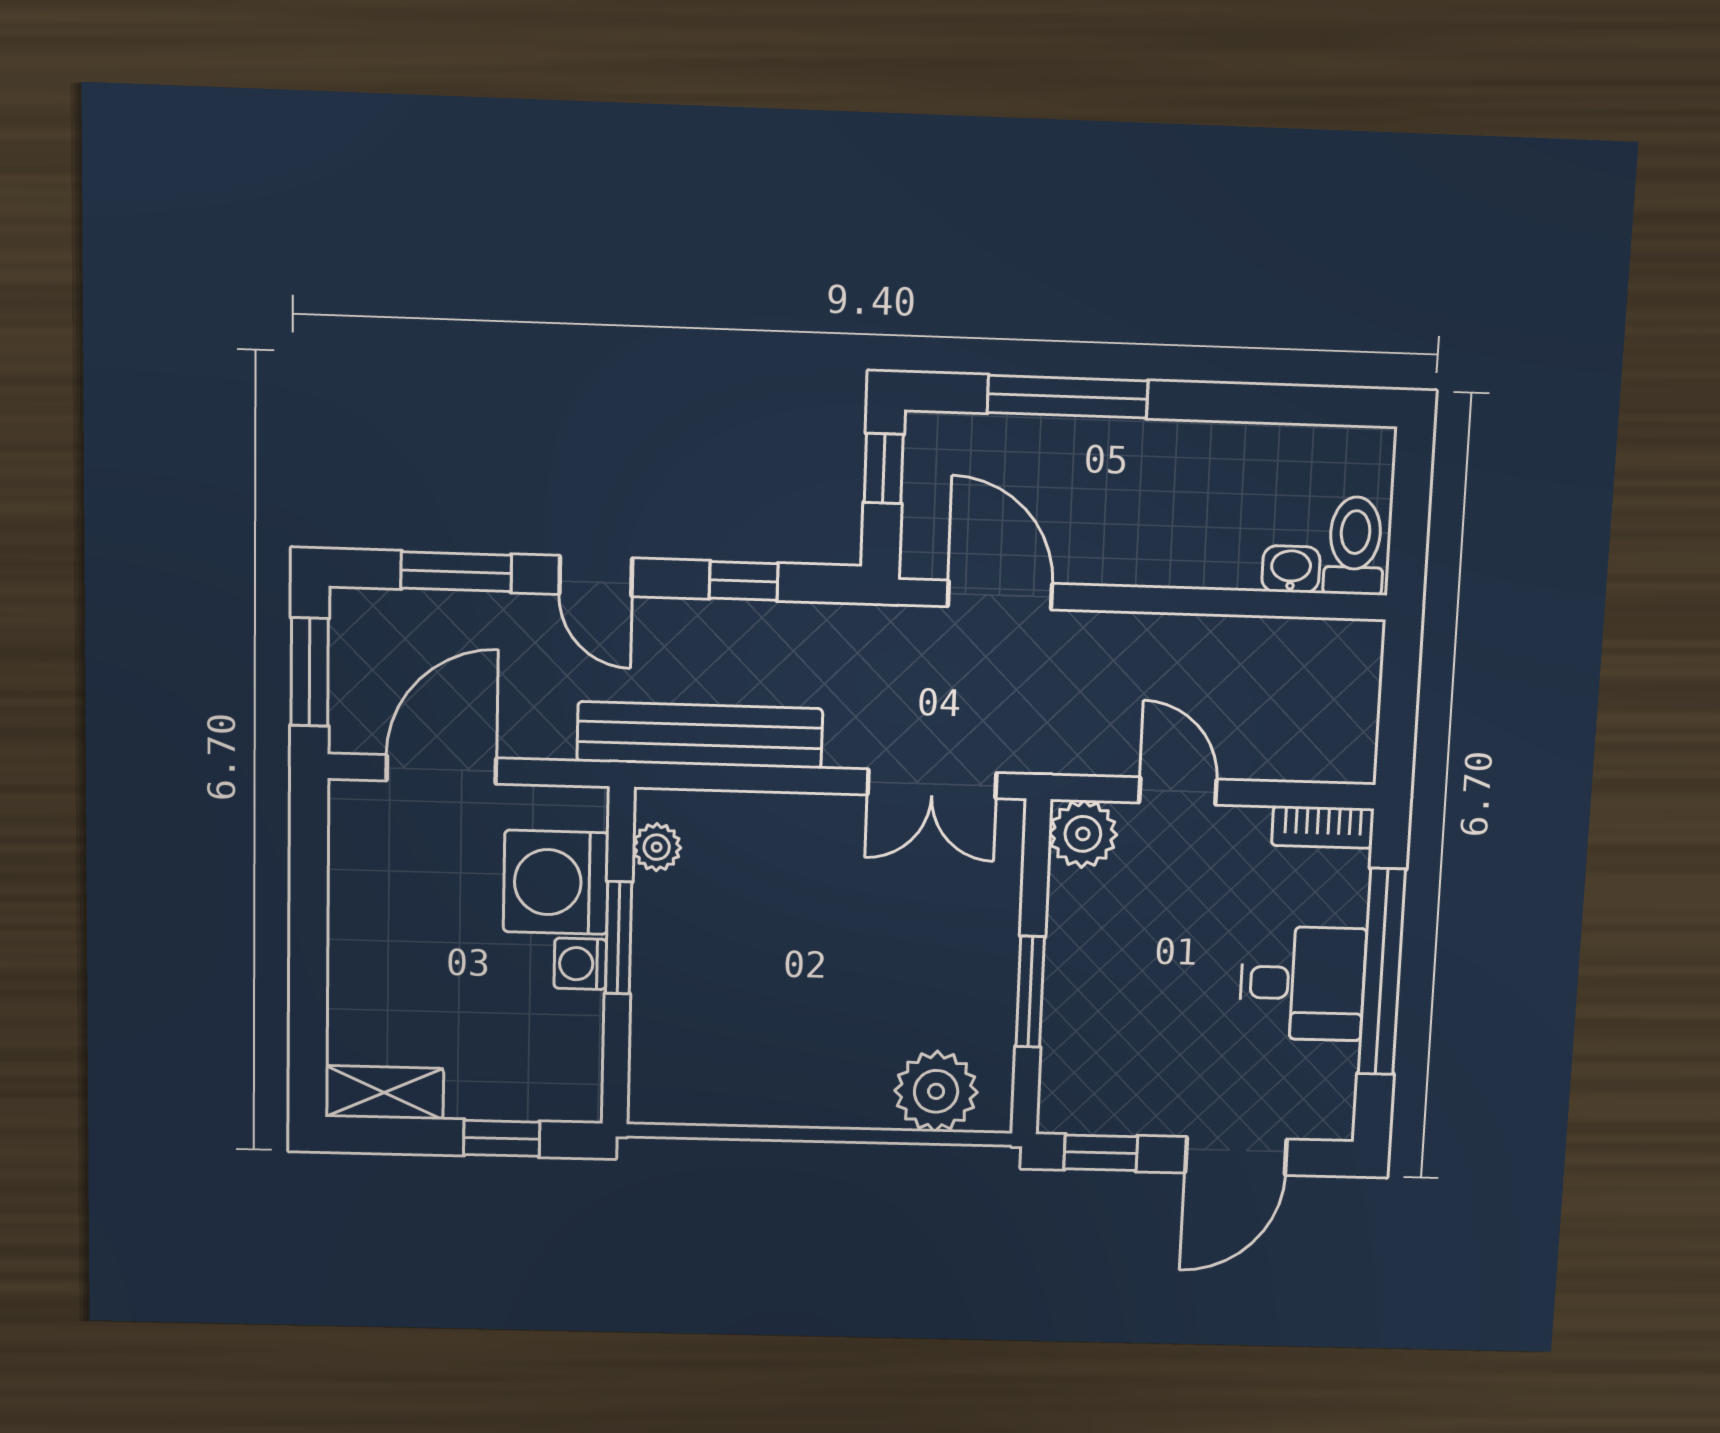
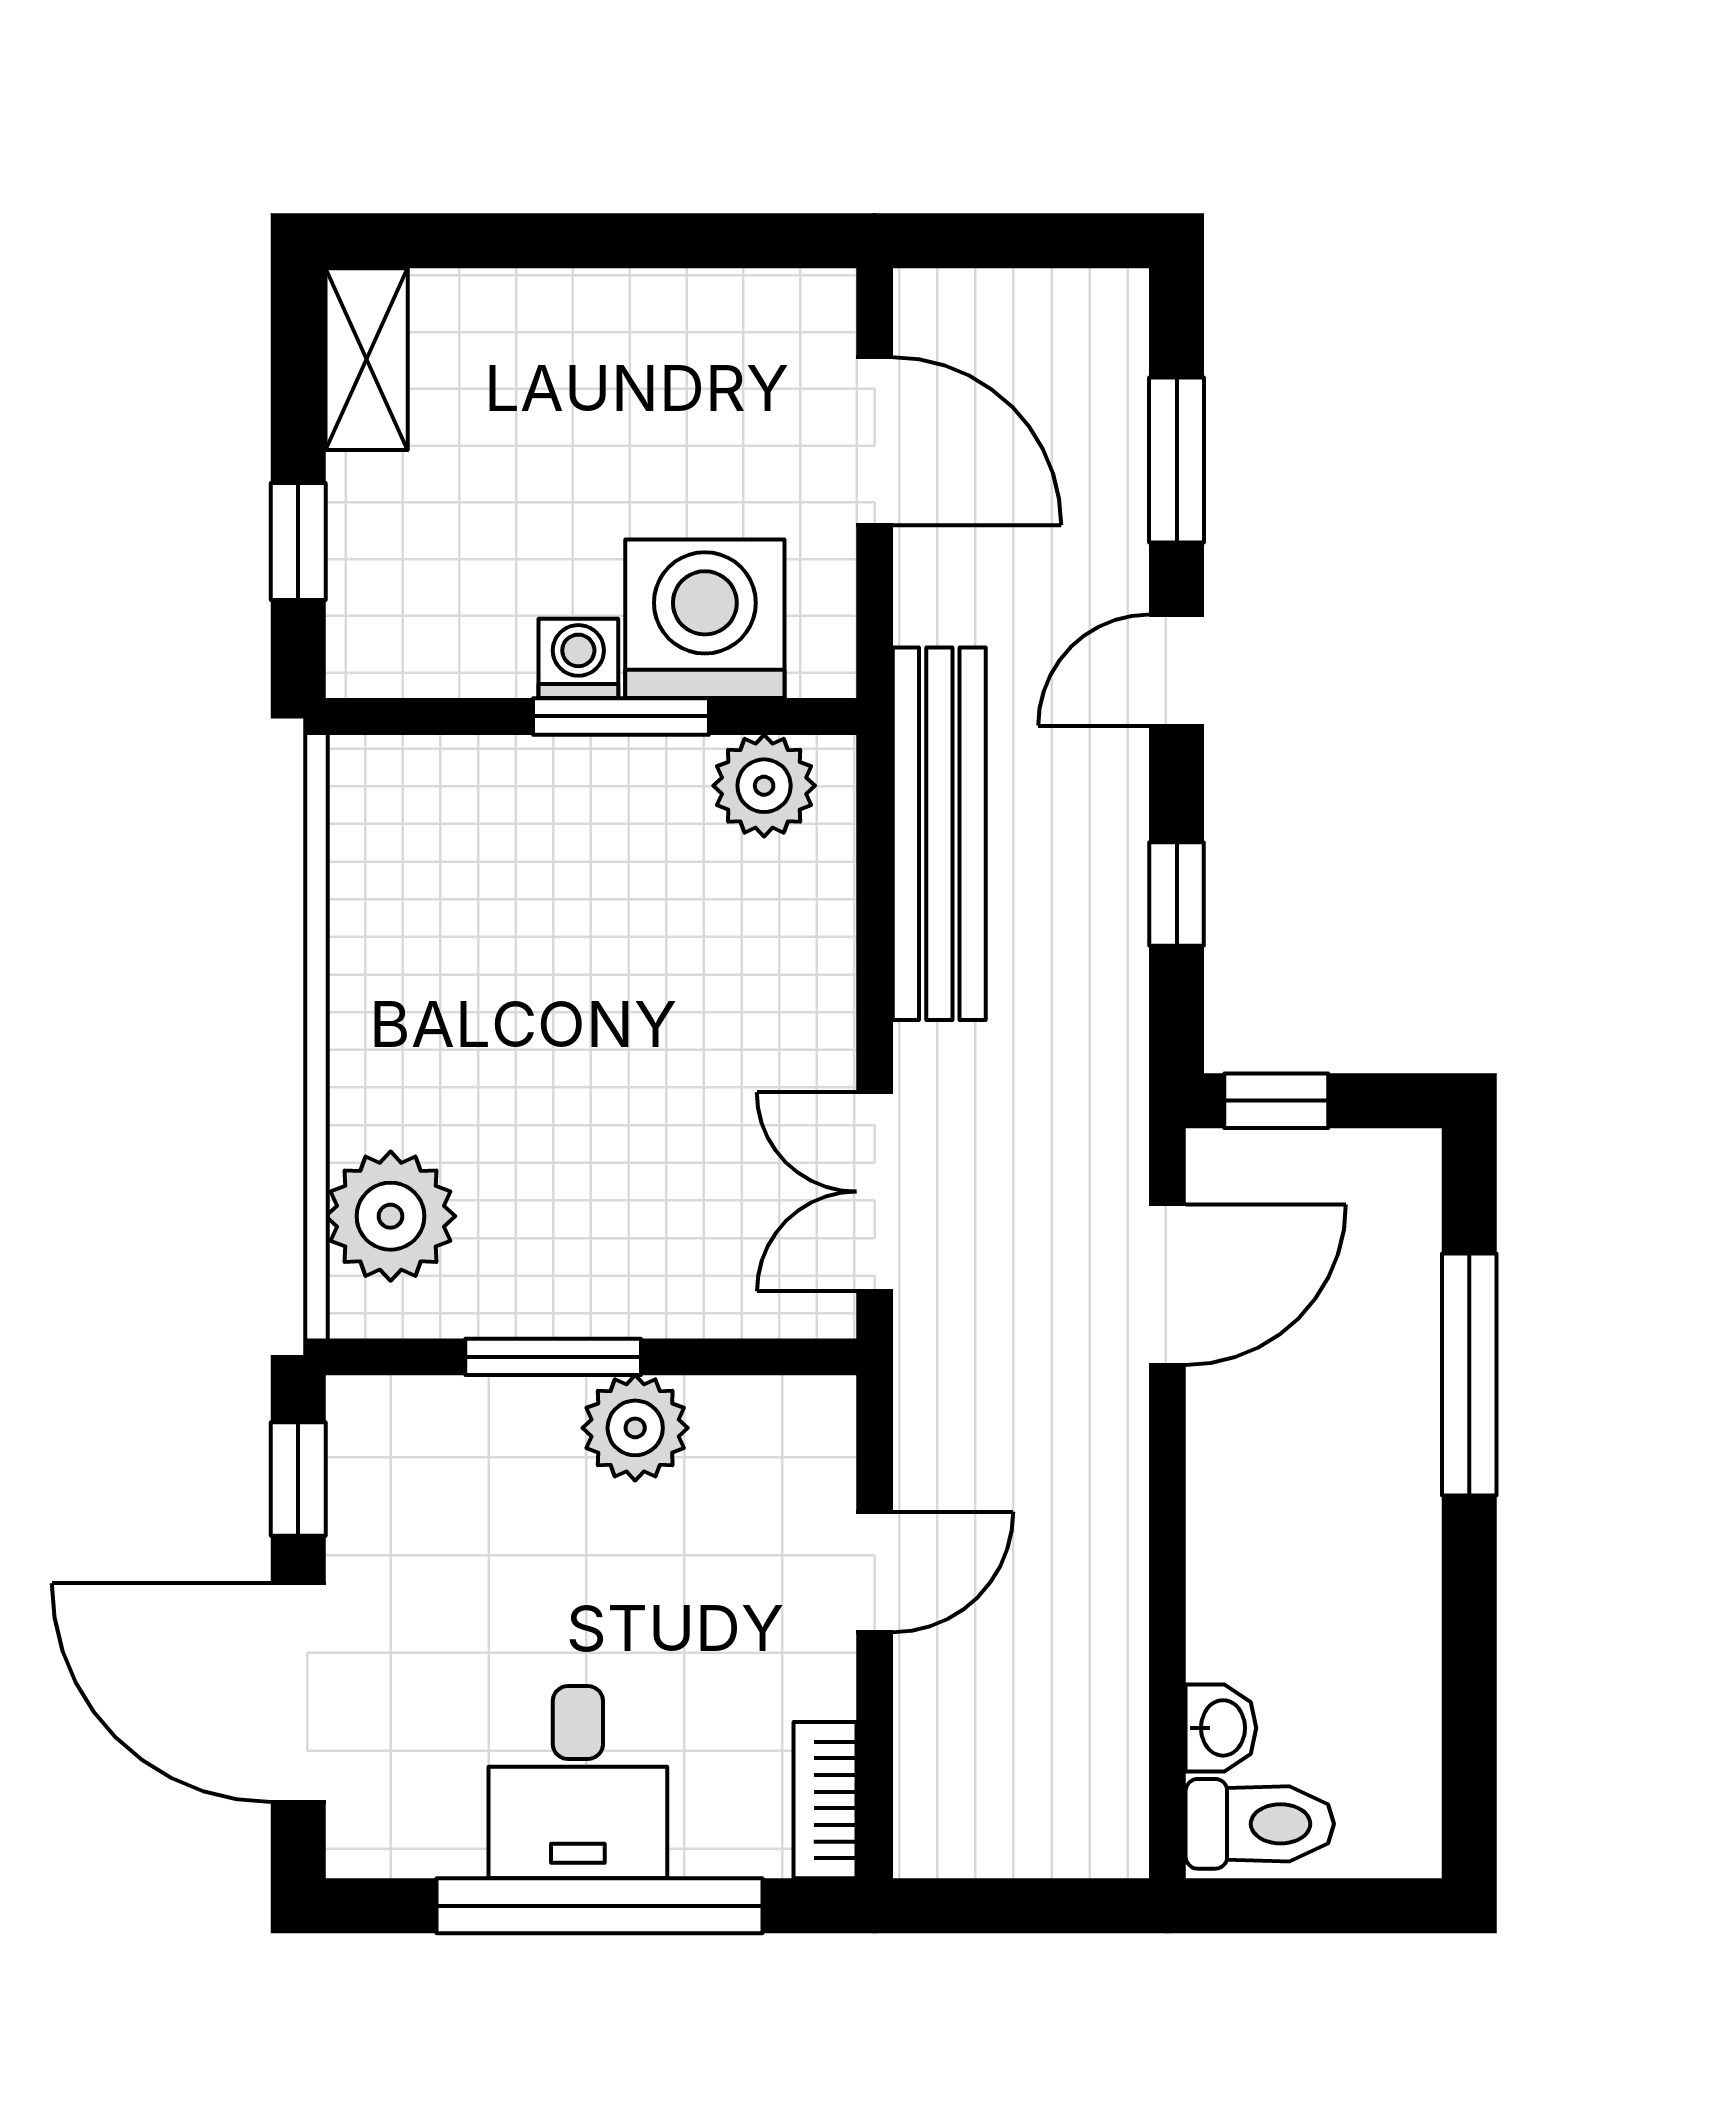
window: (884, 468) -> (1276, 1101), moved
window: (310, 672) -> (1018, 241), removed
plant: (1083, 834) -> (635, 1428), moved
plant: (657, 847) -> (764, 786), width x1.38, depth x1.38
door: (1236, 1156) -> (298, 1693), width x1.36

